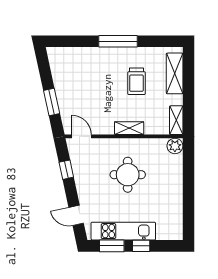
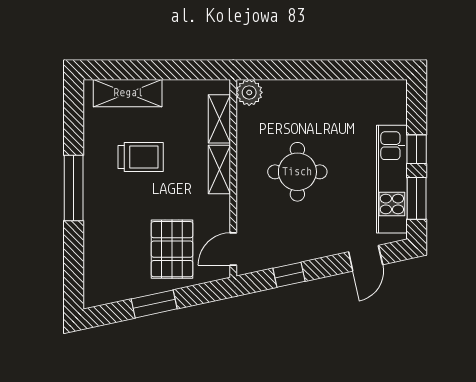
pallet: (82, 100) -> (172, 249), added
window: (52, 102) -> (154, 304), moved
shelving: (176, 120) -> (219, 119), moved, turned 90

